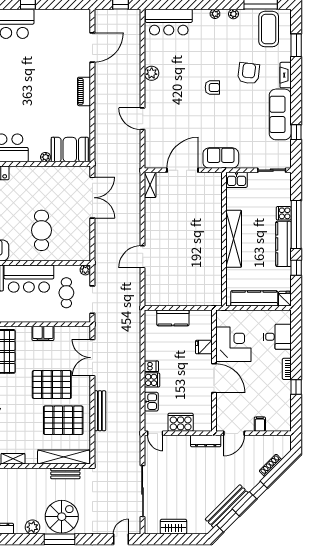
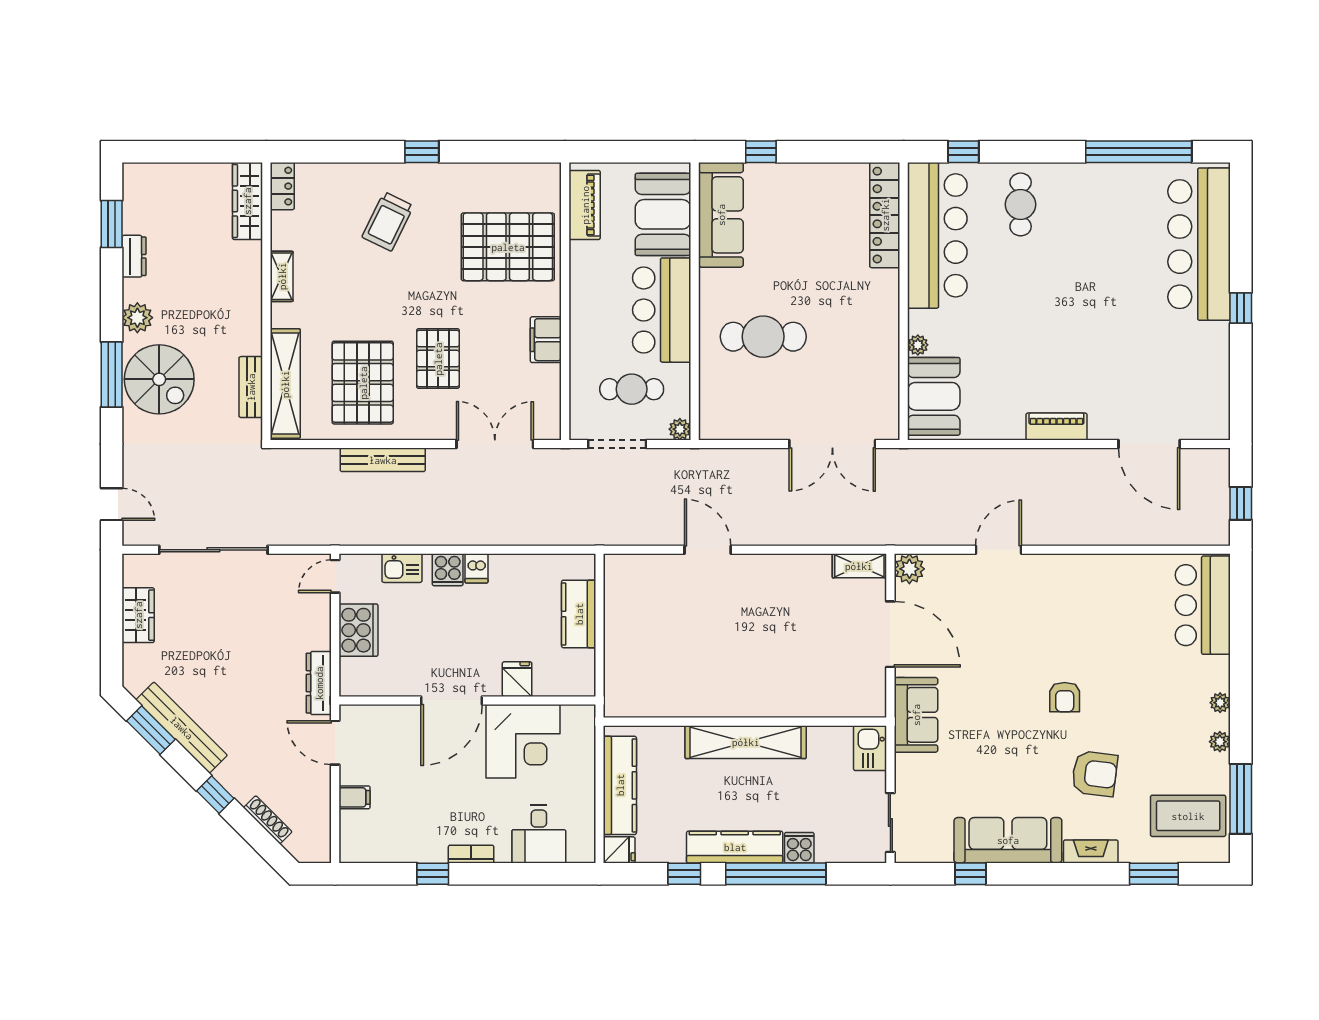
plant: (152, 73) -> (909, 569), moved
pallet: (52, 385) -> (438, 359), width x0.73, depth x0.71

